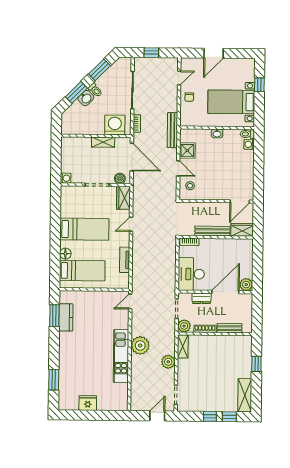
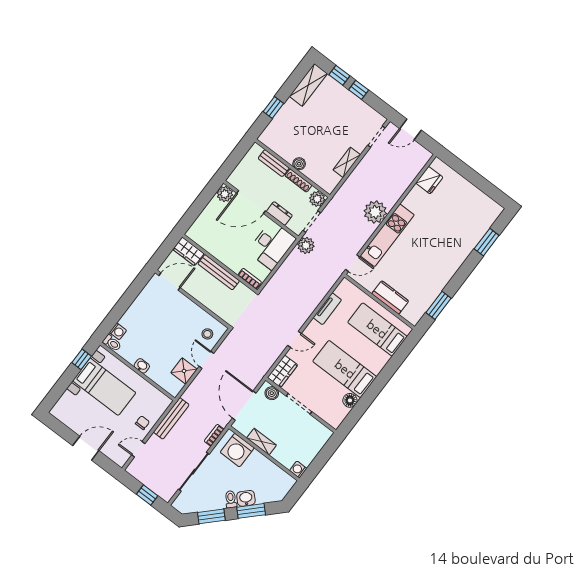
window: (259, 85) -> (82, 359), moved
bench: (172, 130) -> (171, 418), moved
washing machine: (66, 178) -> (298, 469), moved
floor lamp: (65, 254) -> (350, 400), moved
kitchen counter: (66, 317) -> (390, 297), moved, turned 90
boiler: (213, 340) -> (299, 164), added
shelving: (183, 346) -> (347, 162), moved
kitchen unit: (121, 356) -> (387, 235), moved
plant: (168, 362) -> (306, 245), moved
fridge: (88, 403) -> (429, 180), moved, turned -90

